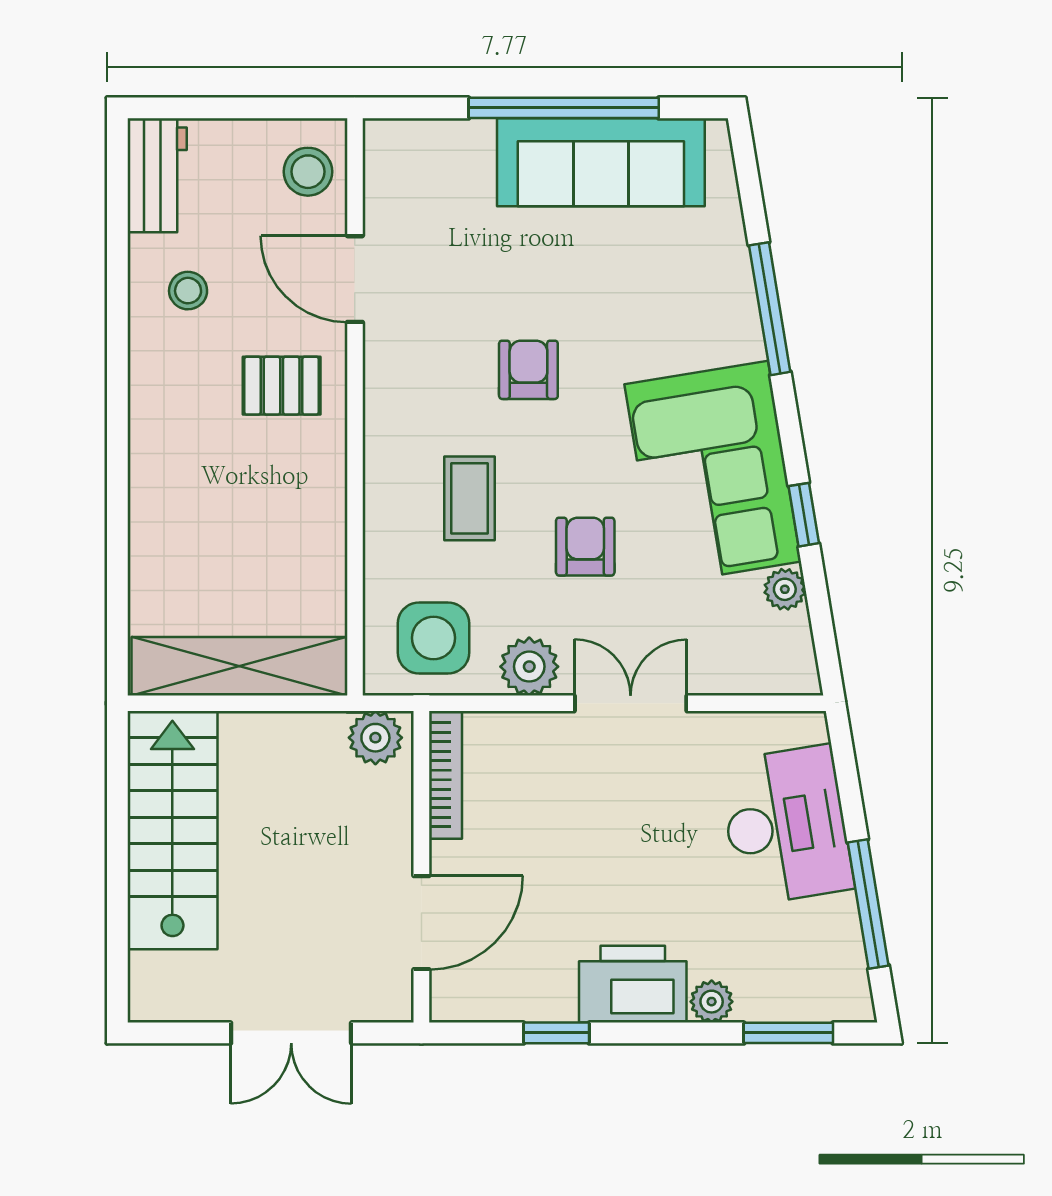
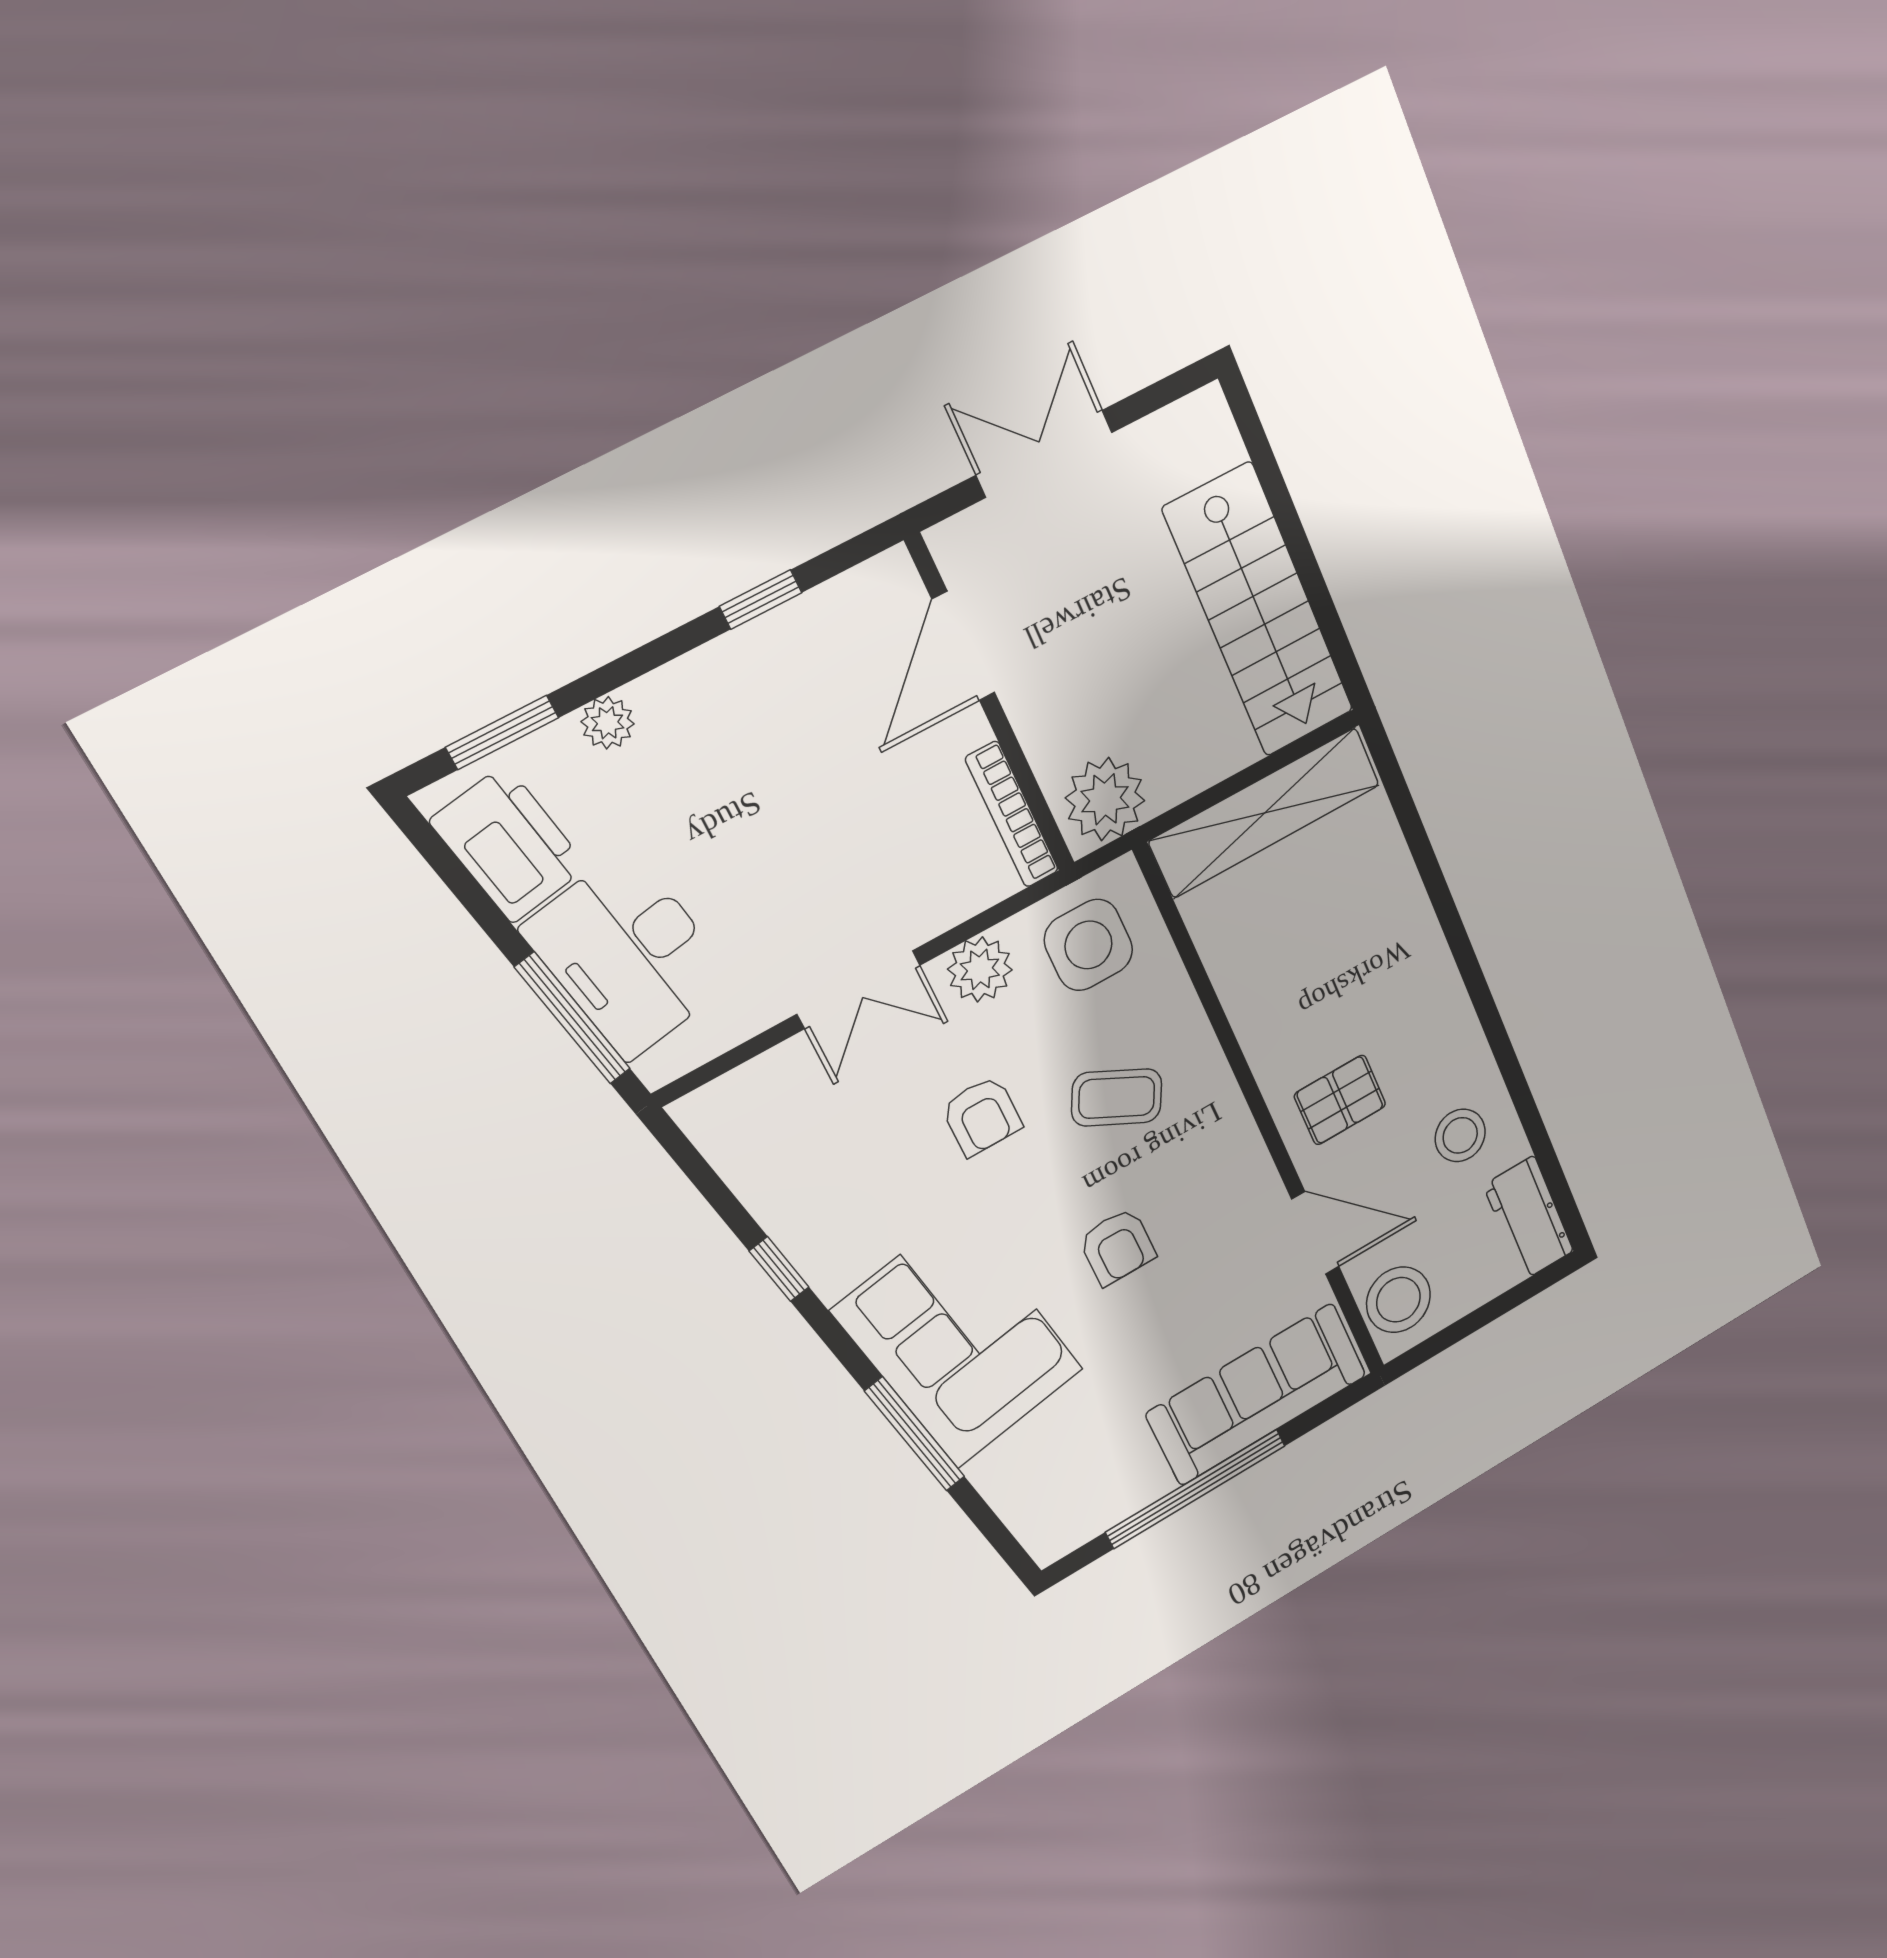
sofa: (601, 162) -> (1257, 1394), moved
stool: (308, 172) -> (1398, 1300), width x1.38, depth x1.38
stool: (188, 291) -> (1460, 1135), width x1.37, depth x1.37
corner sofa: (713, 473) -> (958, 1340), moved
coffee table: (469, 498) -> (1117, 1097), turned -63
plant: (785, 589) -> (760, 1188), removed
plant: (375, 738) -> (1105, 799), width x1.36, depth x1.36
window: (868, 904) -> (573, 1018), moved
printer: (633, 984) -> (509, 844), moved, turned -99

